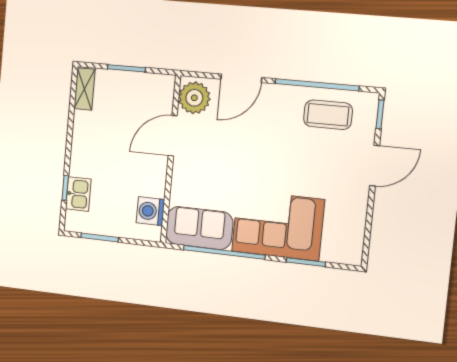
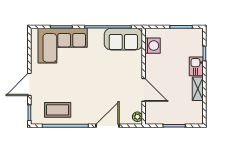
shelving: (85, 89) -> (198, 89), moved
plant: (194, 98) -> (137, 117), width x0.53, depth x0.53
door: (173, 136) -> (144, 90), hinge flipped
kitchen sink: (78, 194) -> (196, 66), moved
corner sofa: (278, 225) -> (63, 46), moved

